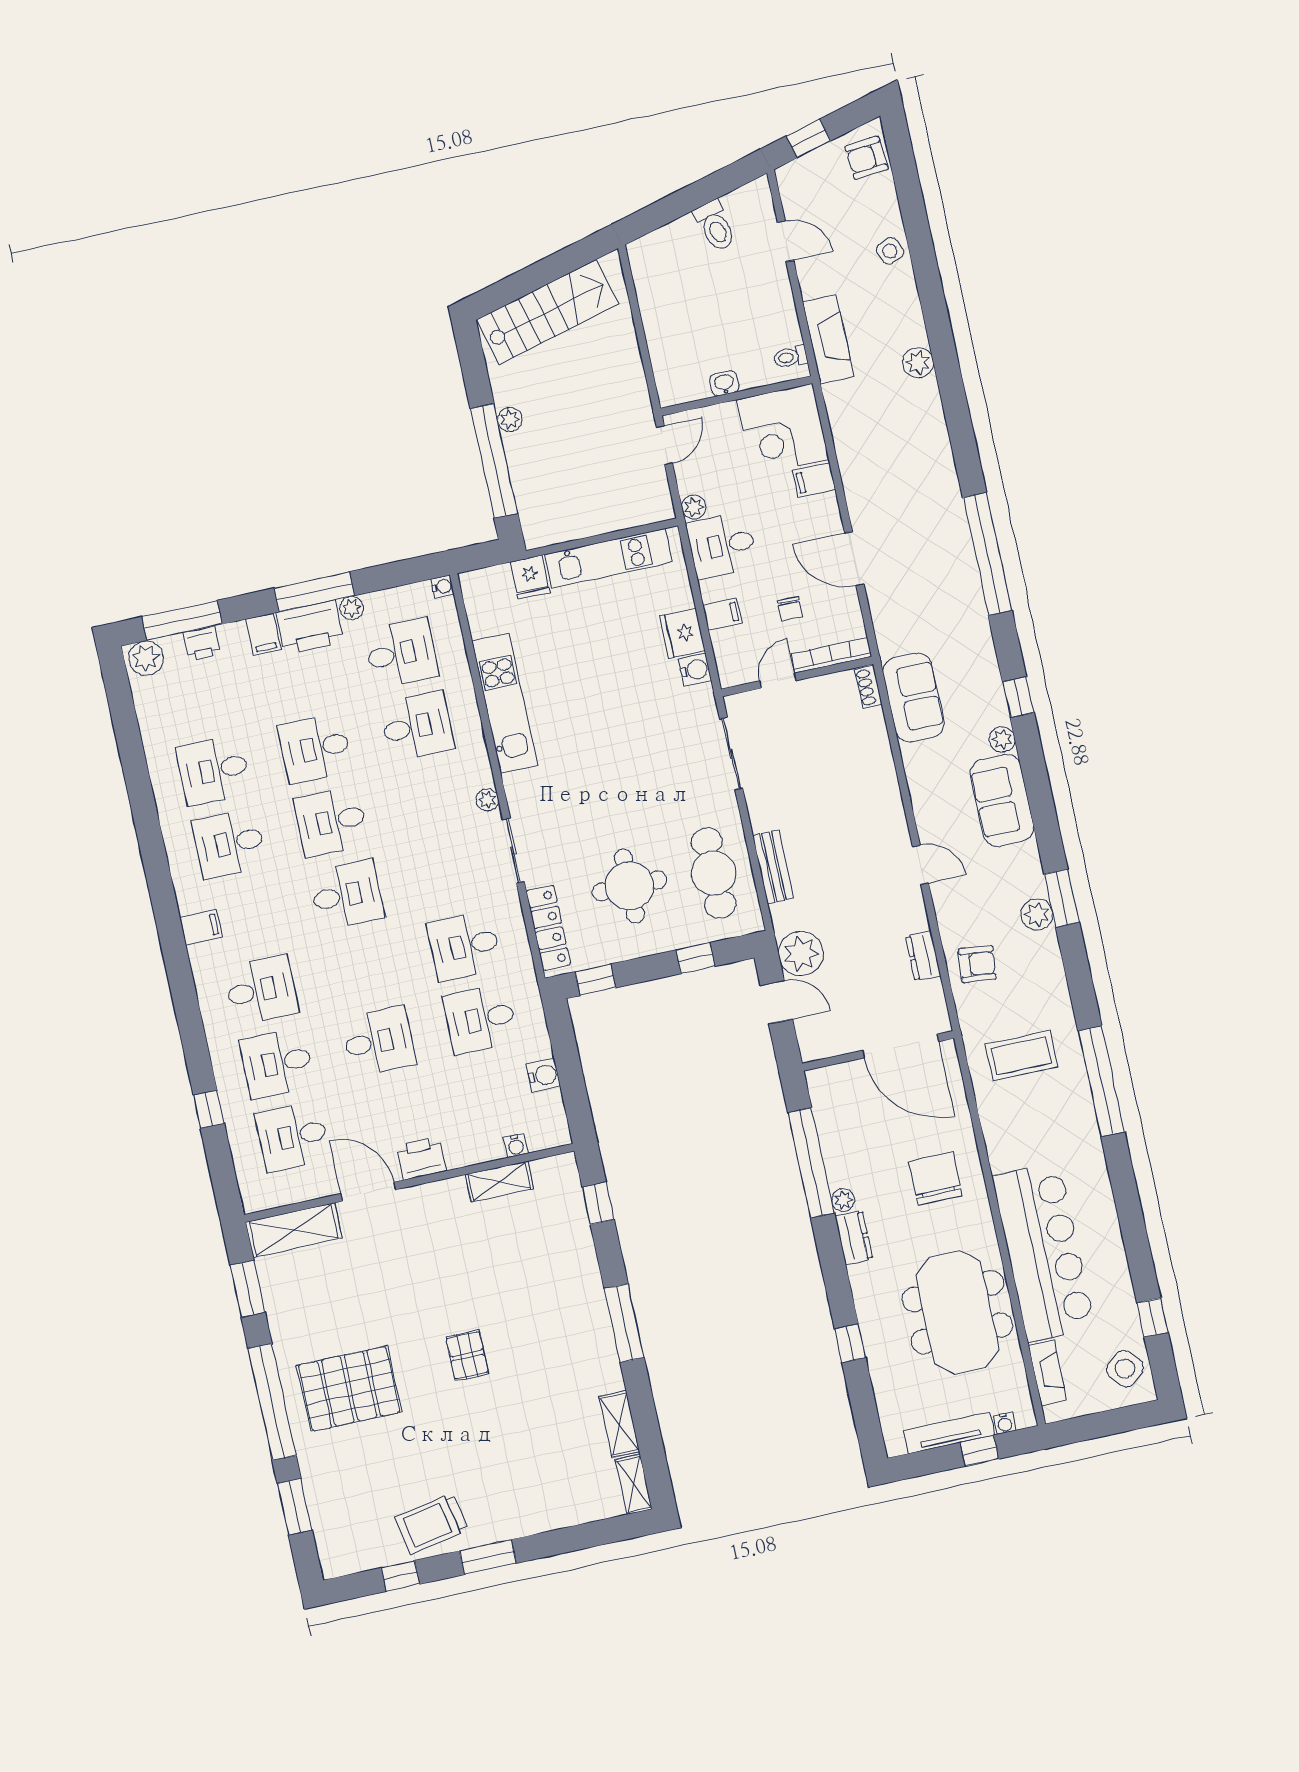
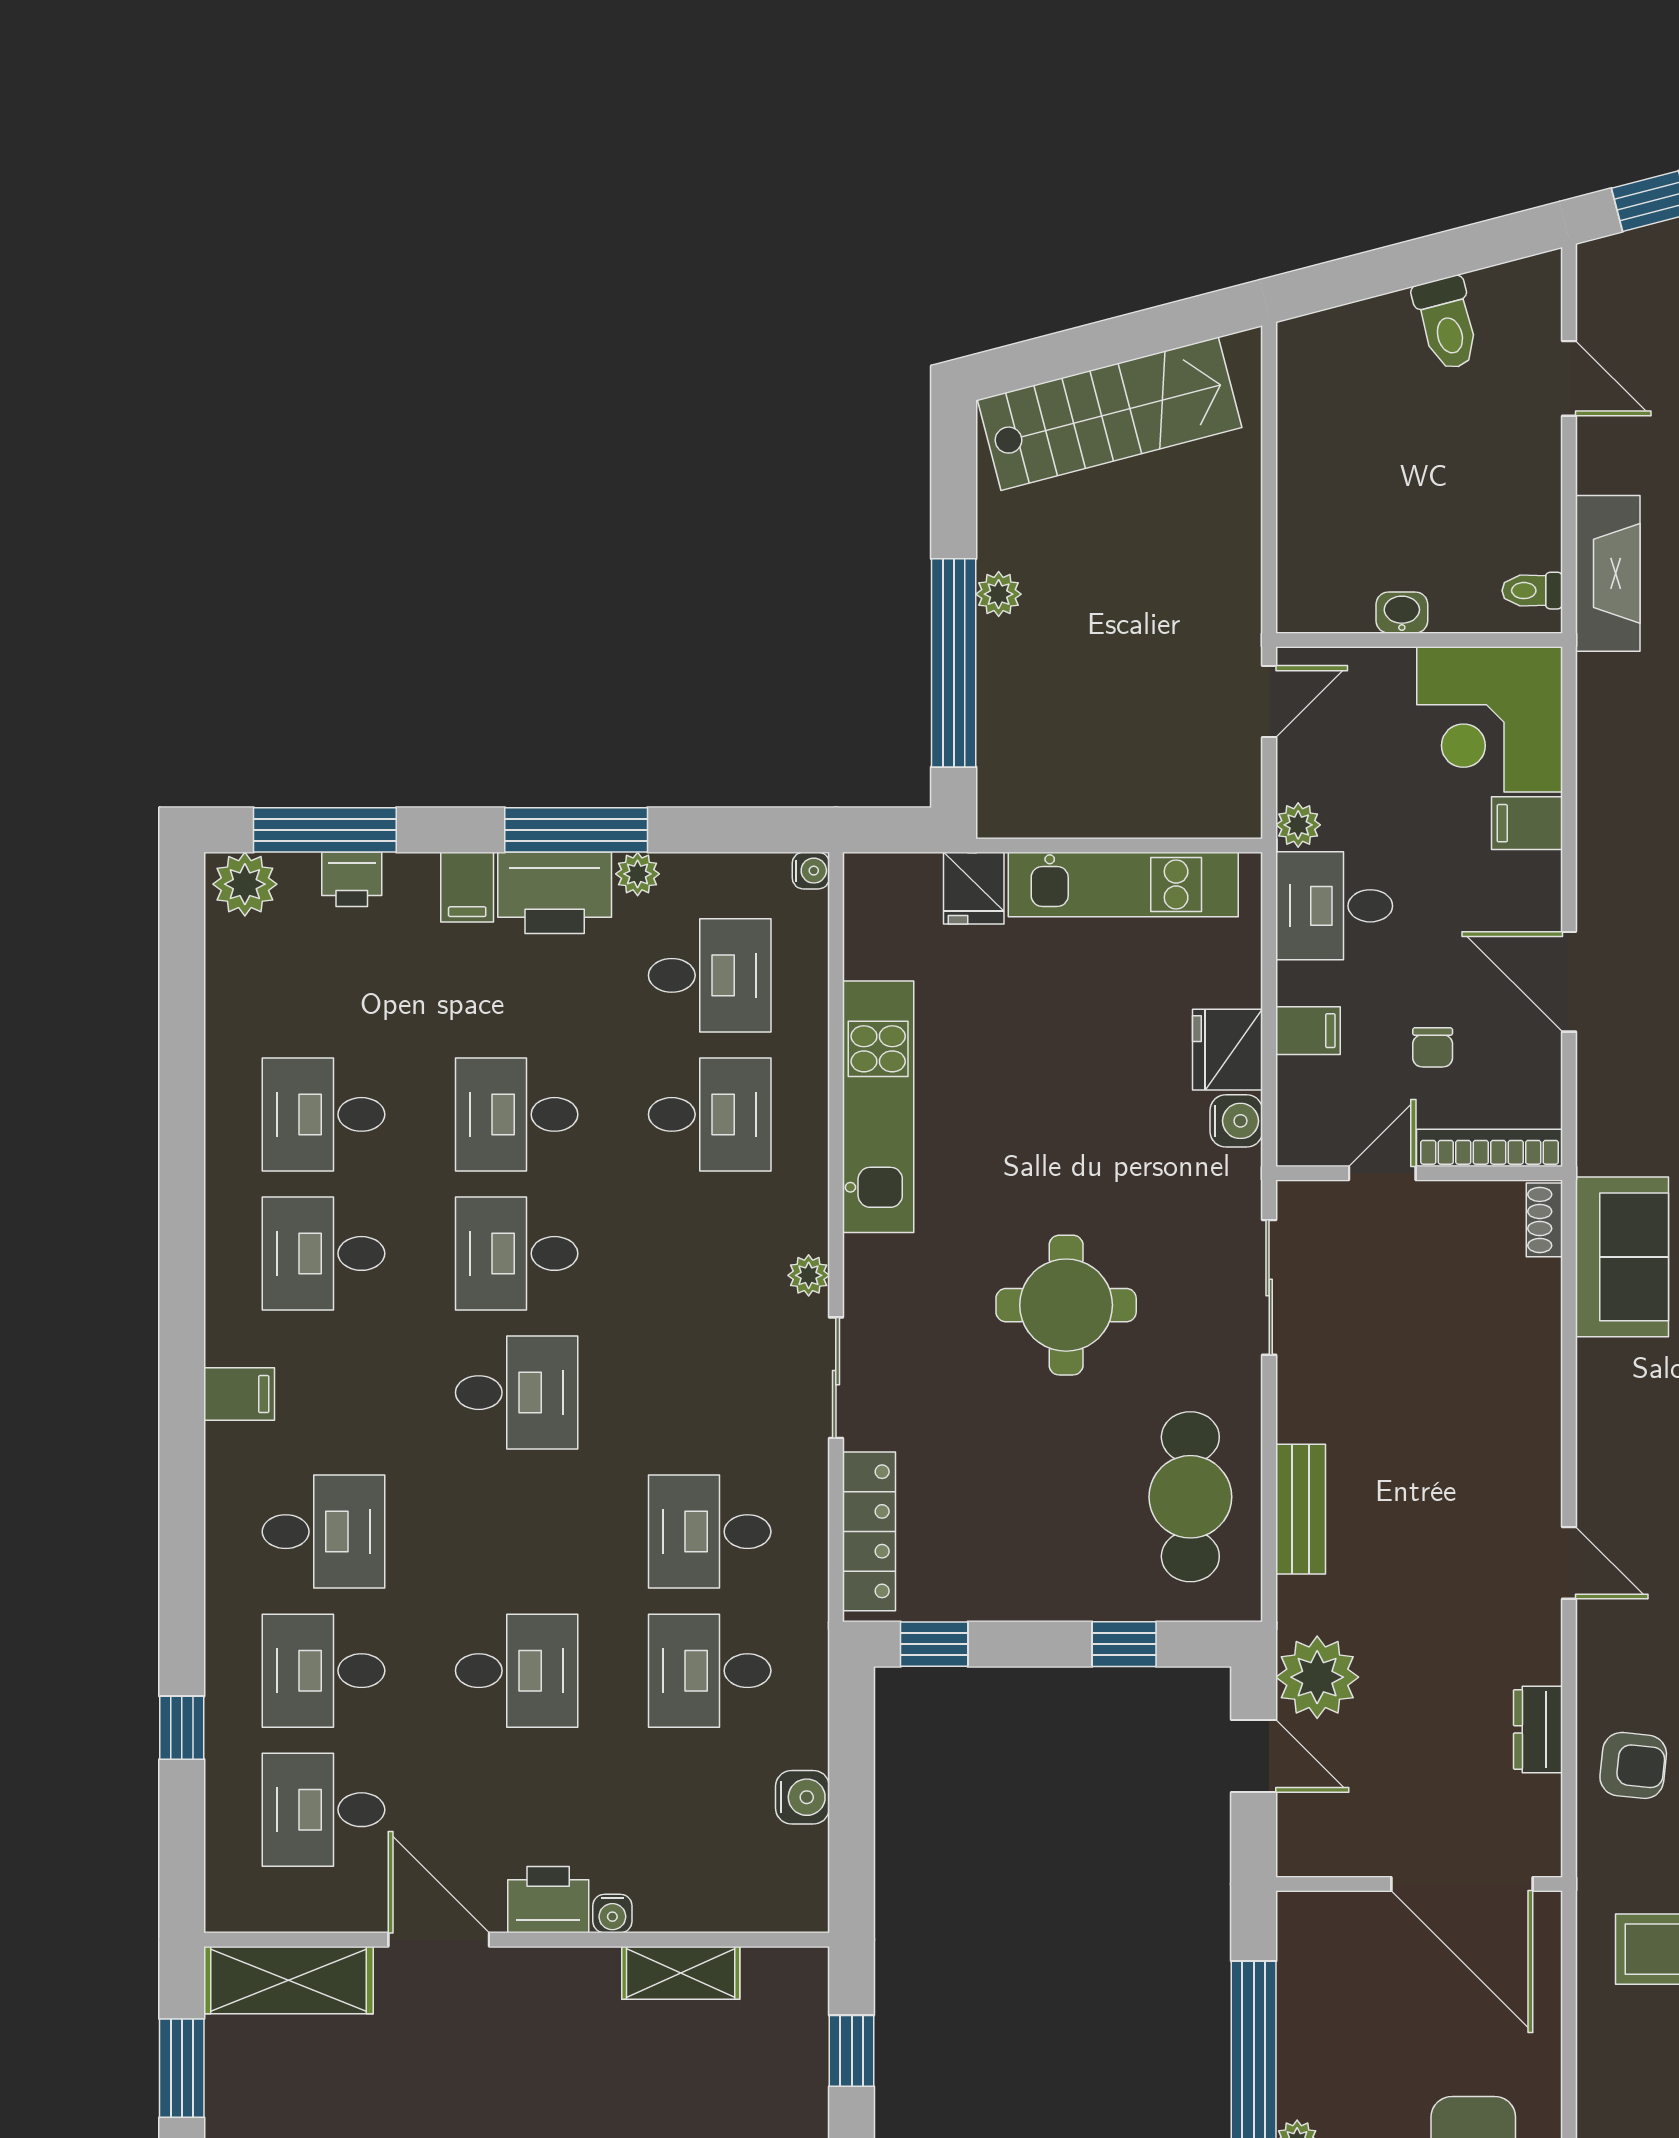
round table: (629, 886) -> (1066, 1305), moved
water cooler: (516, 1145) -> (612, 1914), moved

